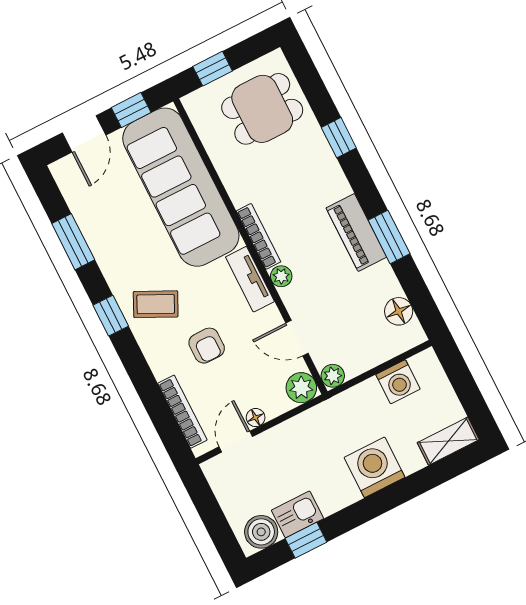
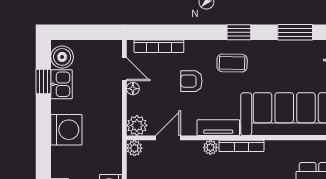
coffee table: (156, 304) -> (232, 63), turned 65
washing machine: (374, 467) -> (66, 130), moved

